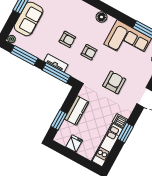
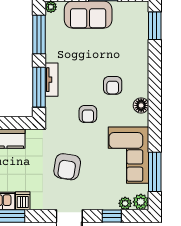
armchair: (67, 39) -> (113, 85), moved
armchair: (114, 82) -> (67, 167), turned 99

